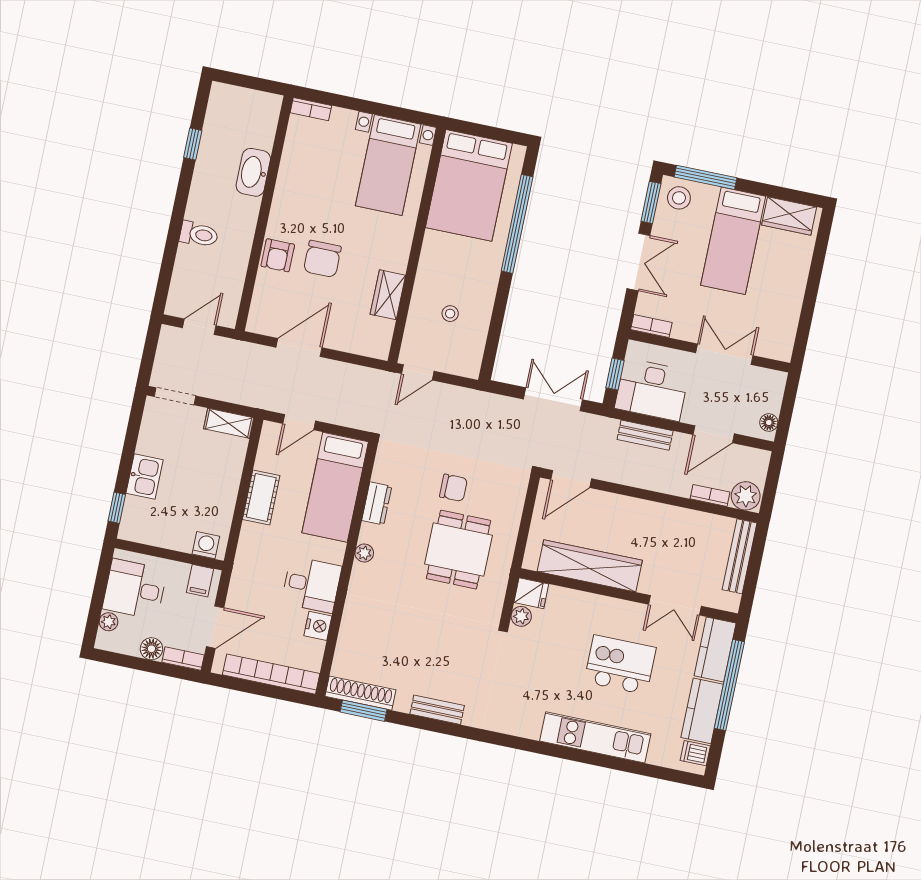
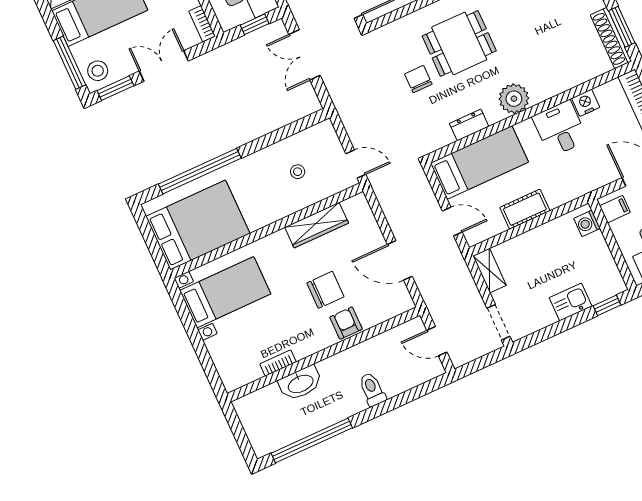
bookcase: (311, 109) -> (278, 363), moved, turned -90
window: (193, 144) -> (312, 441), width x3.17
armchair: (278, 255) -> (346, 323), turned -90
wardrobe: (388, 295) -> (317, 225), width x1.50
plant: (364, 553) -> (514, 99), width x1.88, depth x1.88

